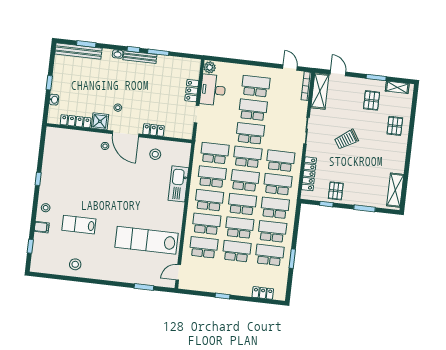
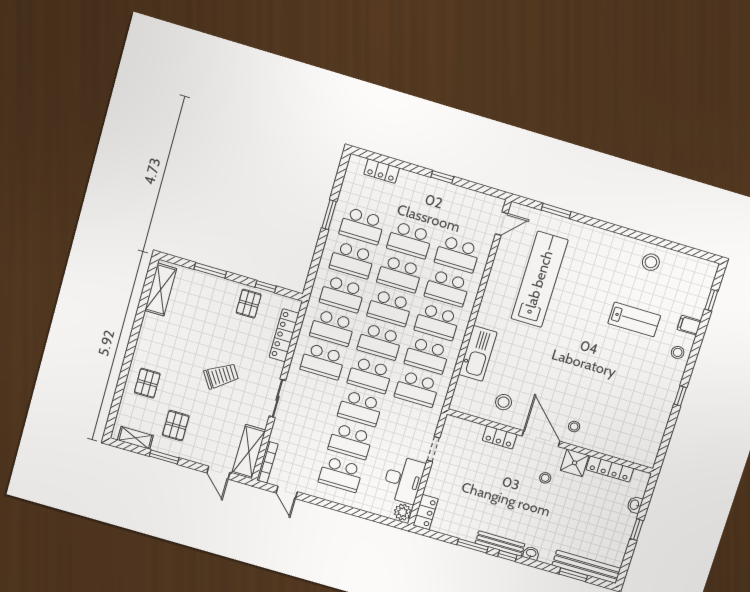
locker: (192, 91) -> (426, 512), moved
lab bench: (147, 240) -> (539, 279), turned -90

